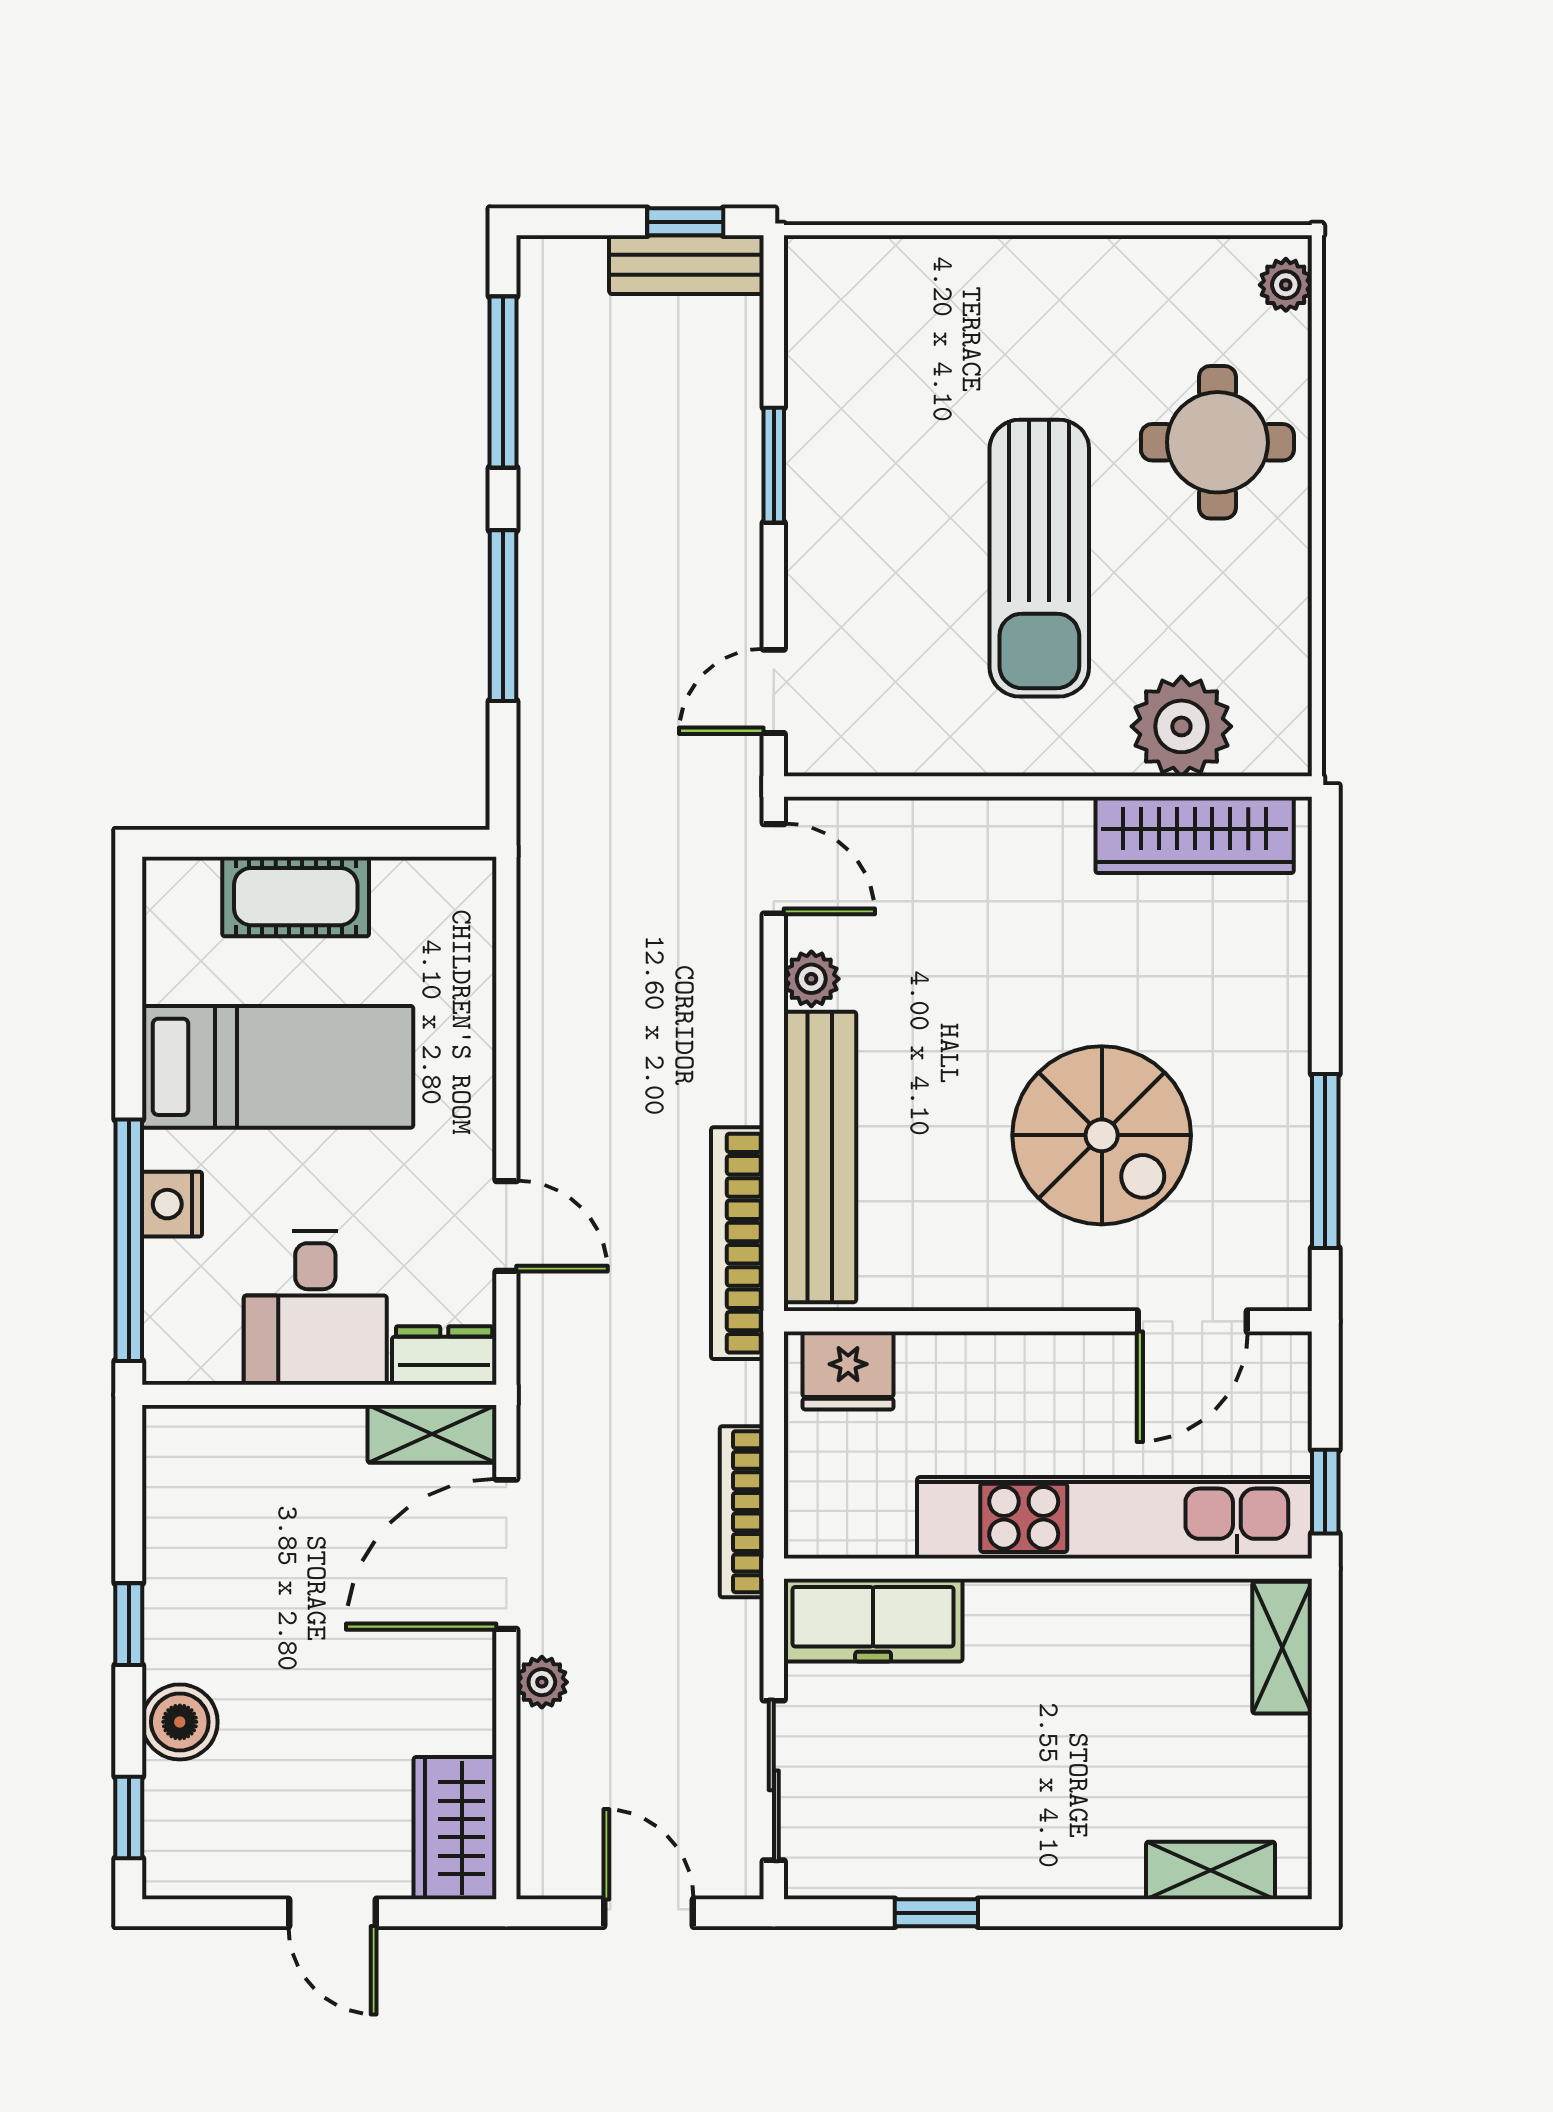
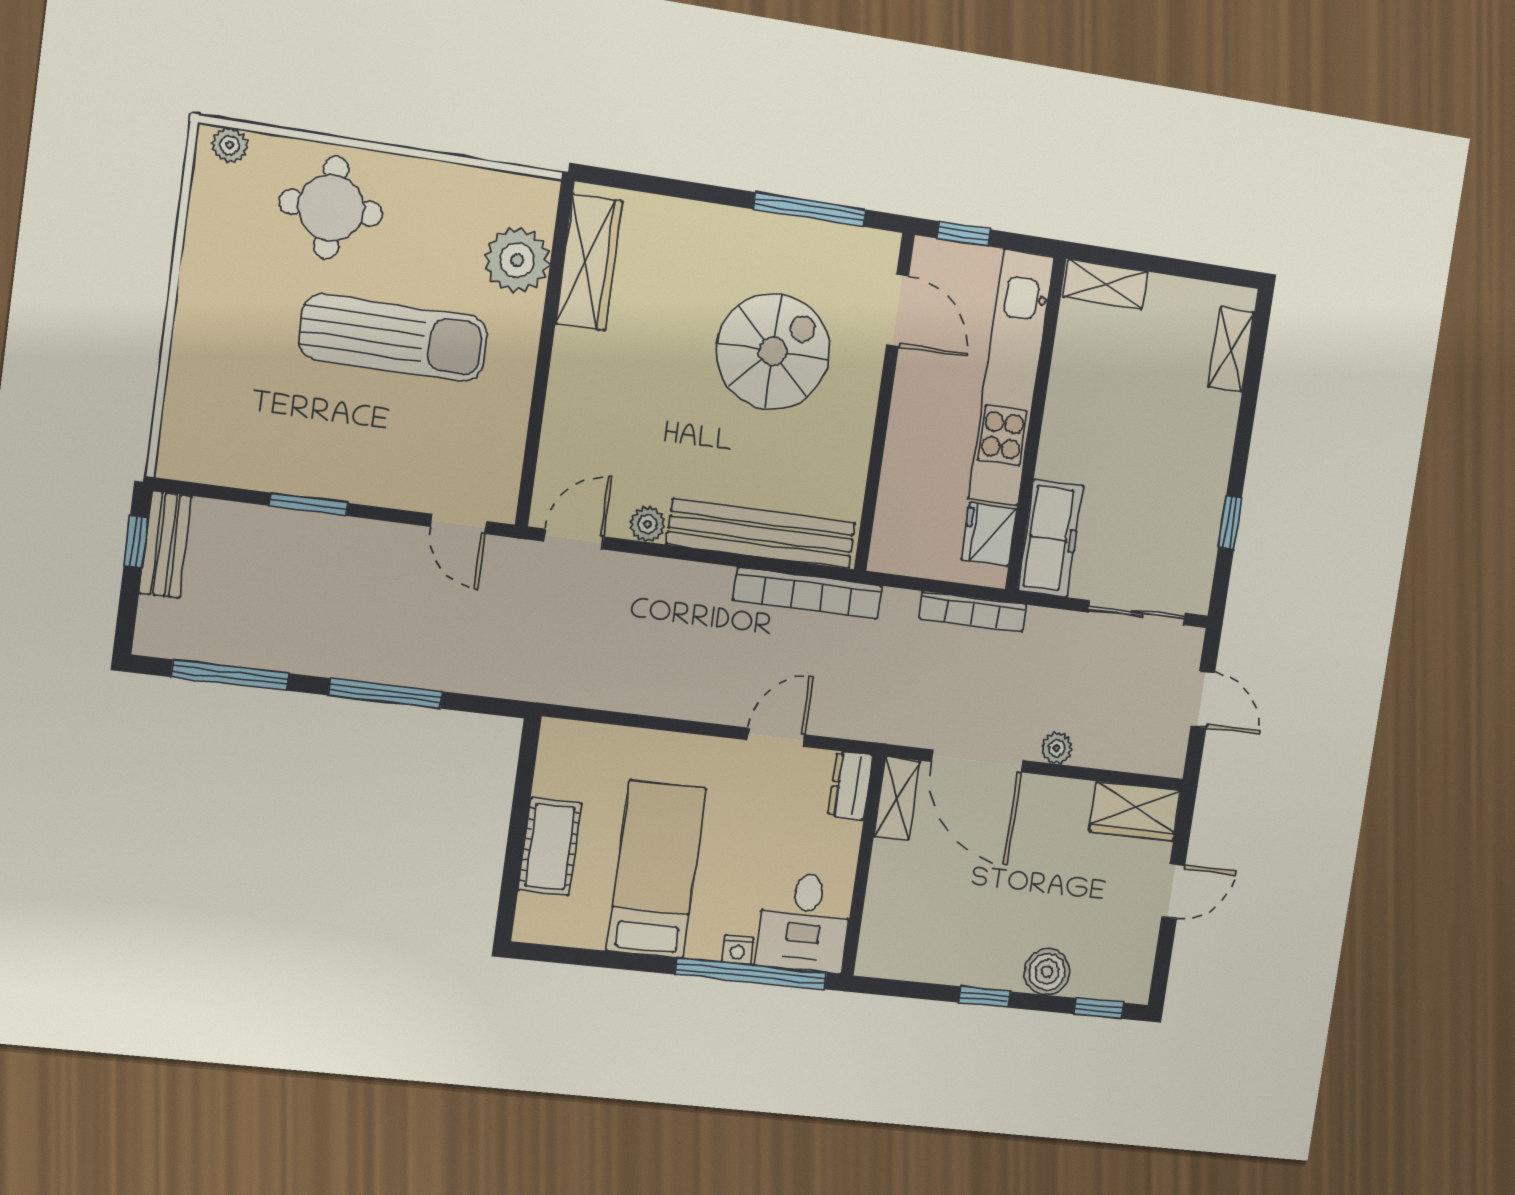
nightstand: (172, 1204) -> (738, 950), width x0.72, depth x0.74
desk: (315, 1308) -> (804, 922), moved, turned 90
fridge: (848, 1370) -> (989, 534), moved, turned 180
window: (1325, 1492) -> (964, 234), moved
door: (648, 1913) -> (1203, 699), swing flipped

